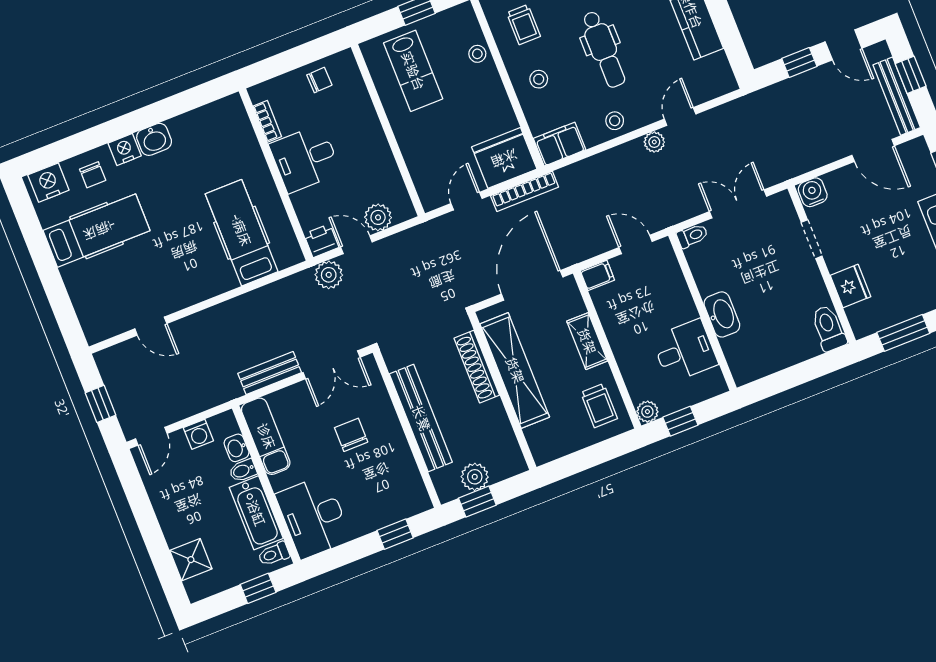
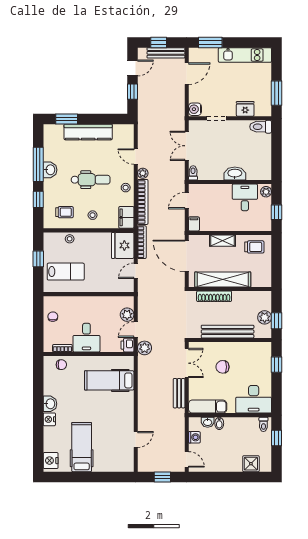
bookcase: (600, 163) -> (143, 202), added
chair: (93, 175) -> (61, 365), moved
door: (466, 201) -> (136, 271), hinge flipped
plant: (647, 412) -> (266, 192), moved
bathtub: (256, 513) -> (241, 425), removed

